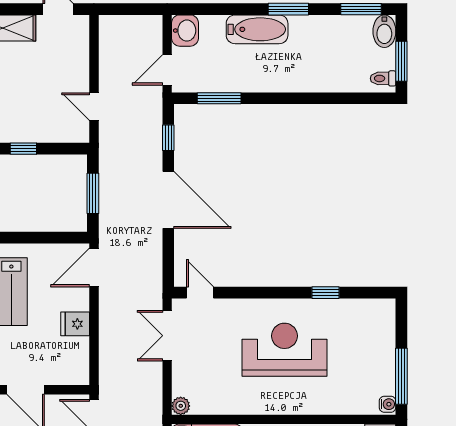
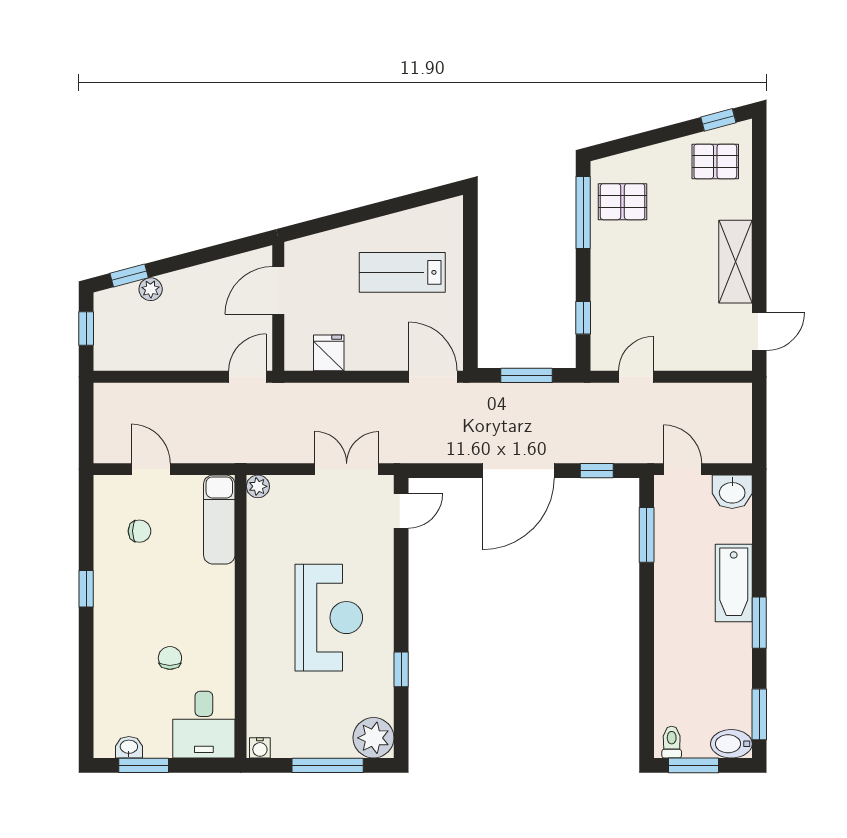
window: (23, 149) -> (583, 318), moved
plant: (380, 314) -> (374, 738), added
fridge: (75, 324) -> (329, 353), moved
window: (401, 376) -> (328, 765), moved

